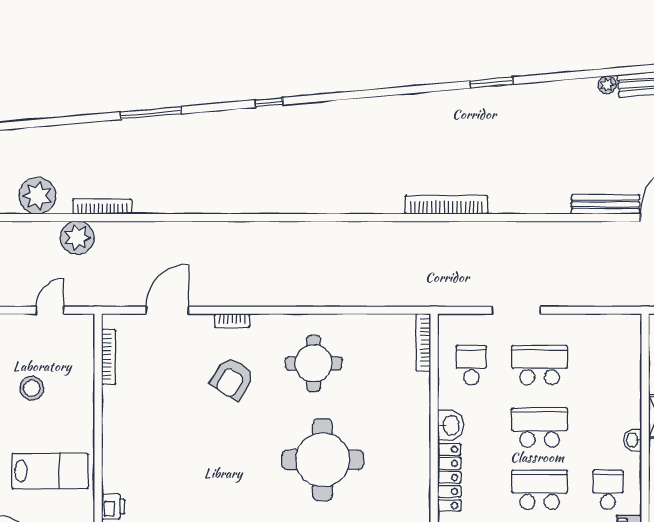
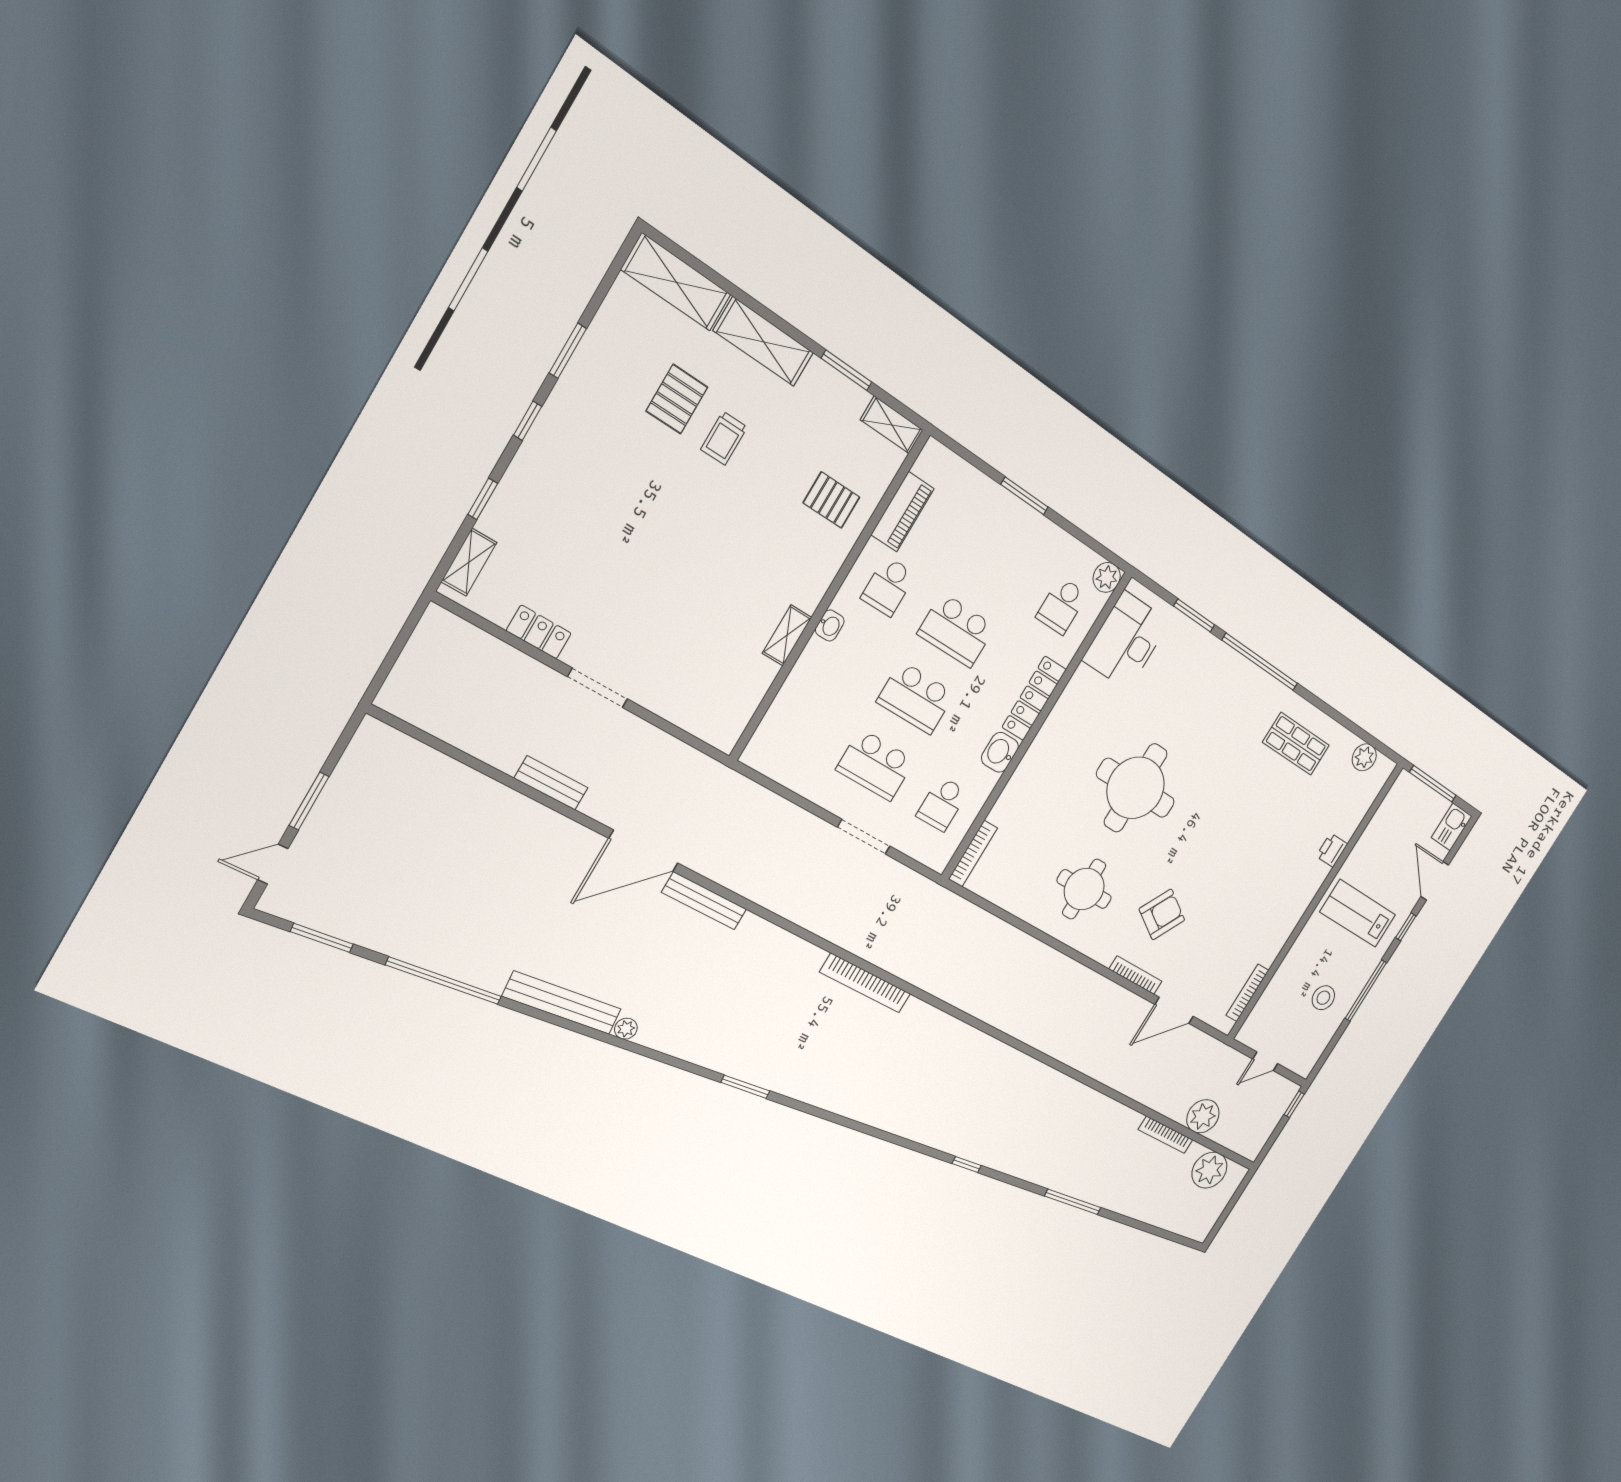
bookcase: (232, 321) -> (1136, 975), width x1.56

